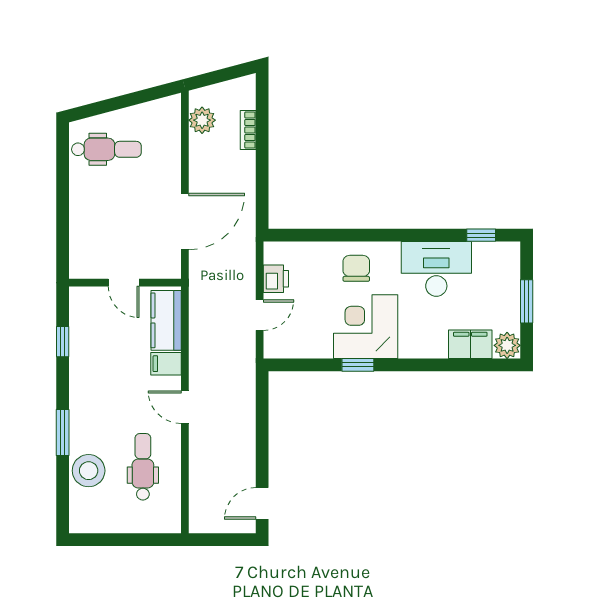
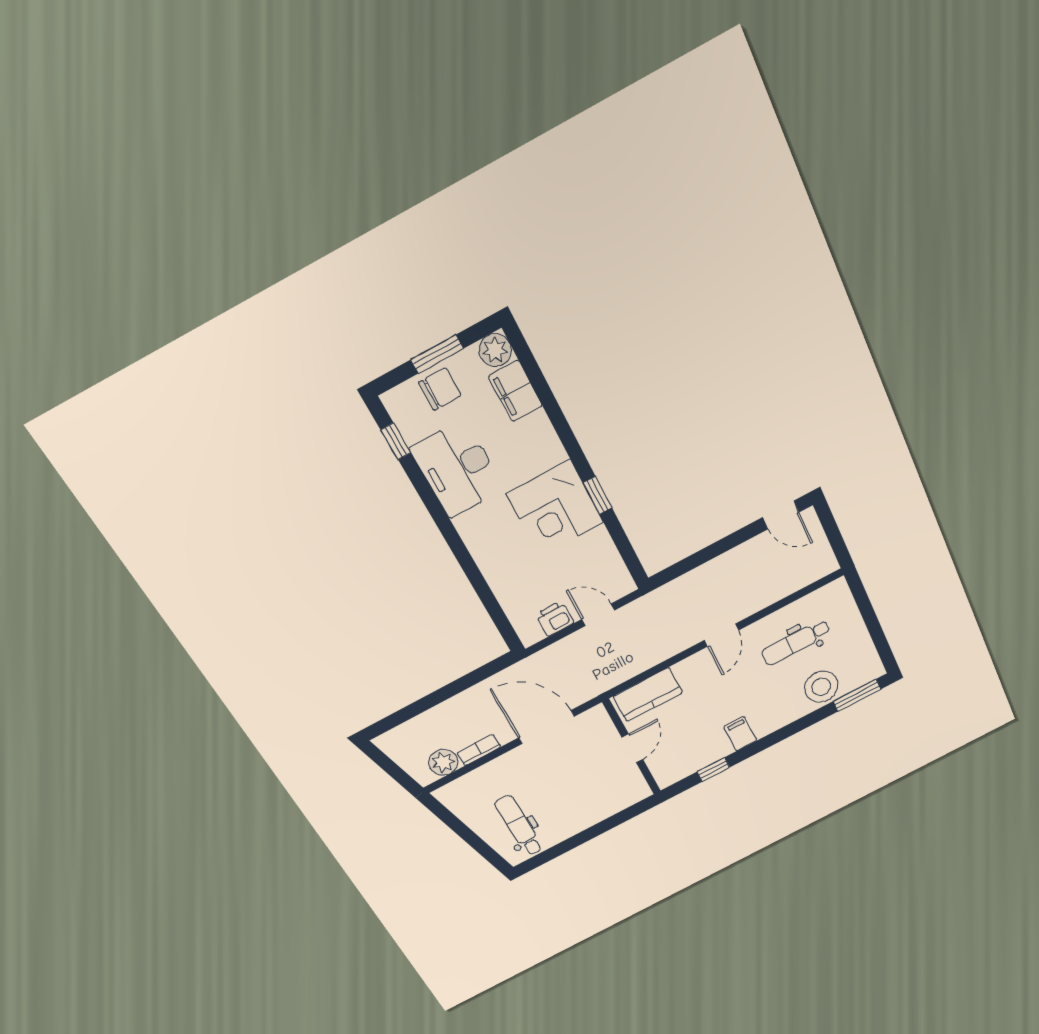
bookcase: (248, 130) -> (479, 750), moved, turned 180
chair: (356, 268) -> (440, 389), moved, turned 180
filing cabinet: (166, 364) -> (740, 734), moved, turned 180
window: (63, 433) -> (857, 695), moved

